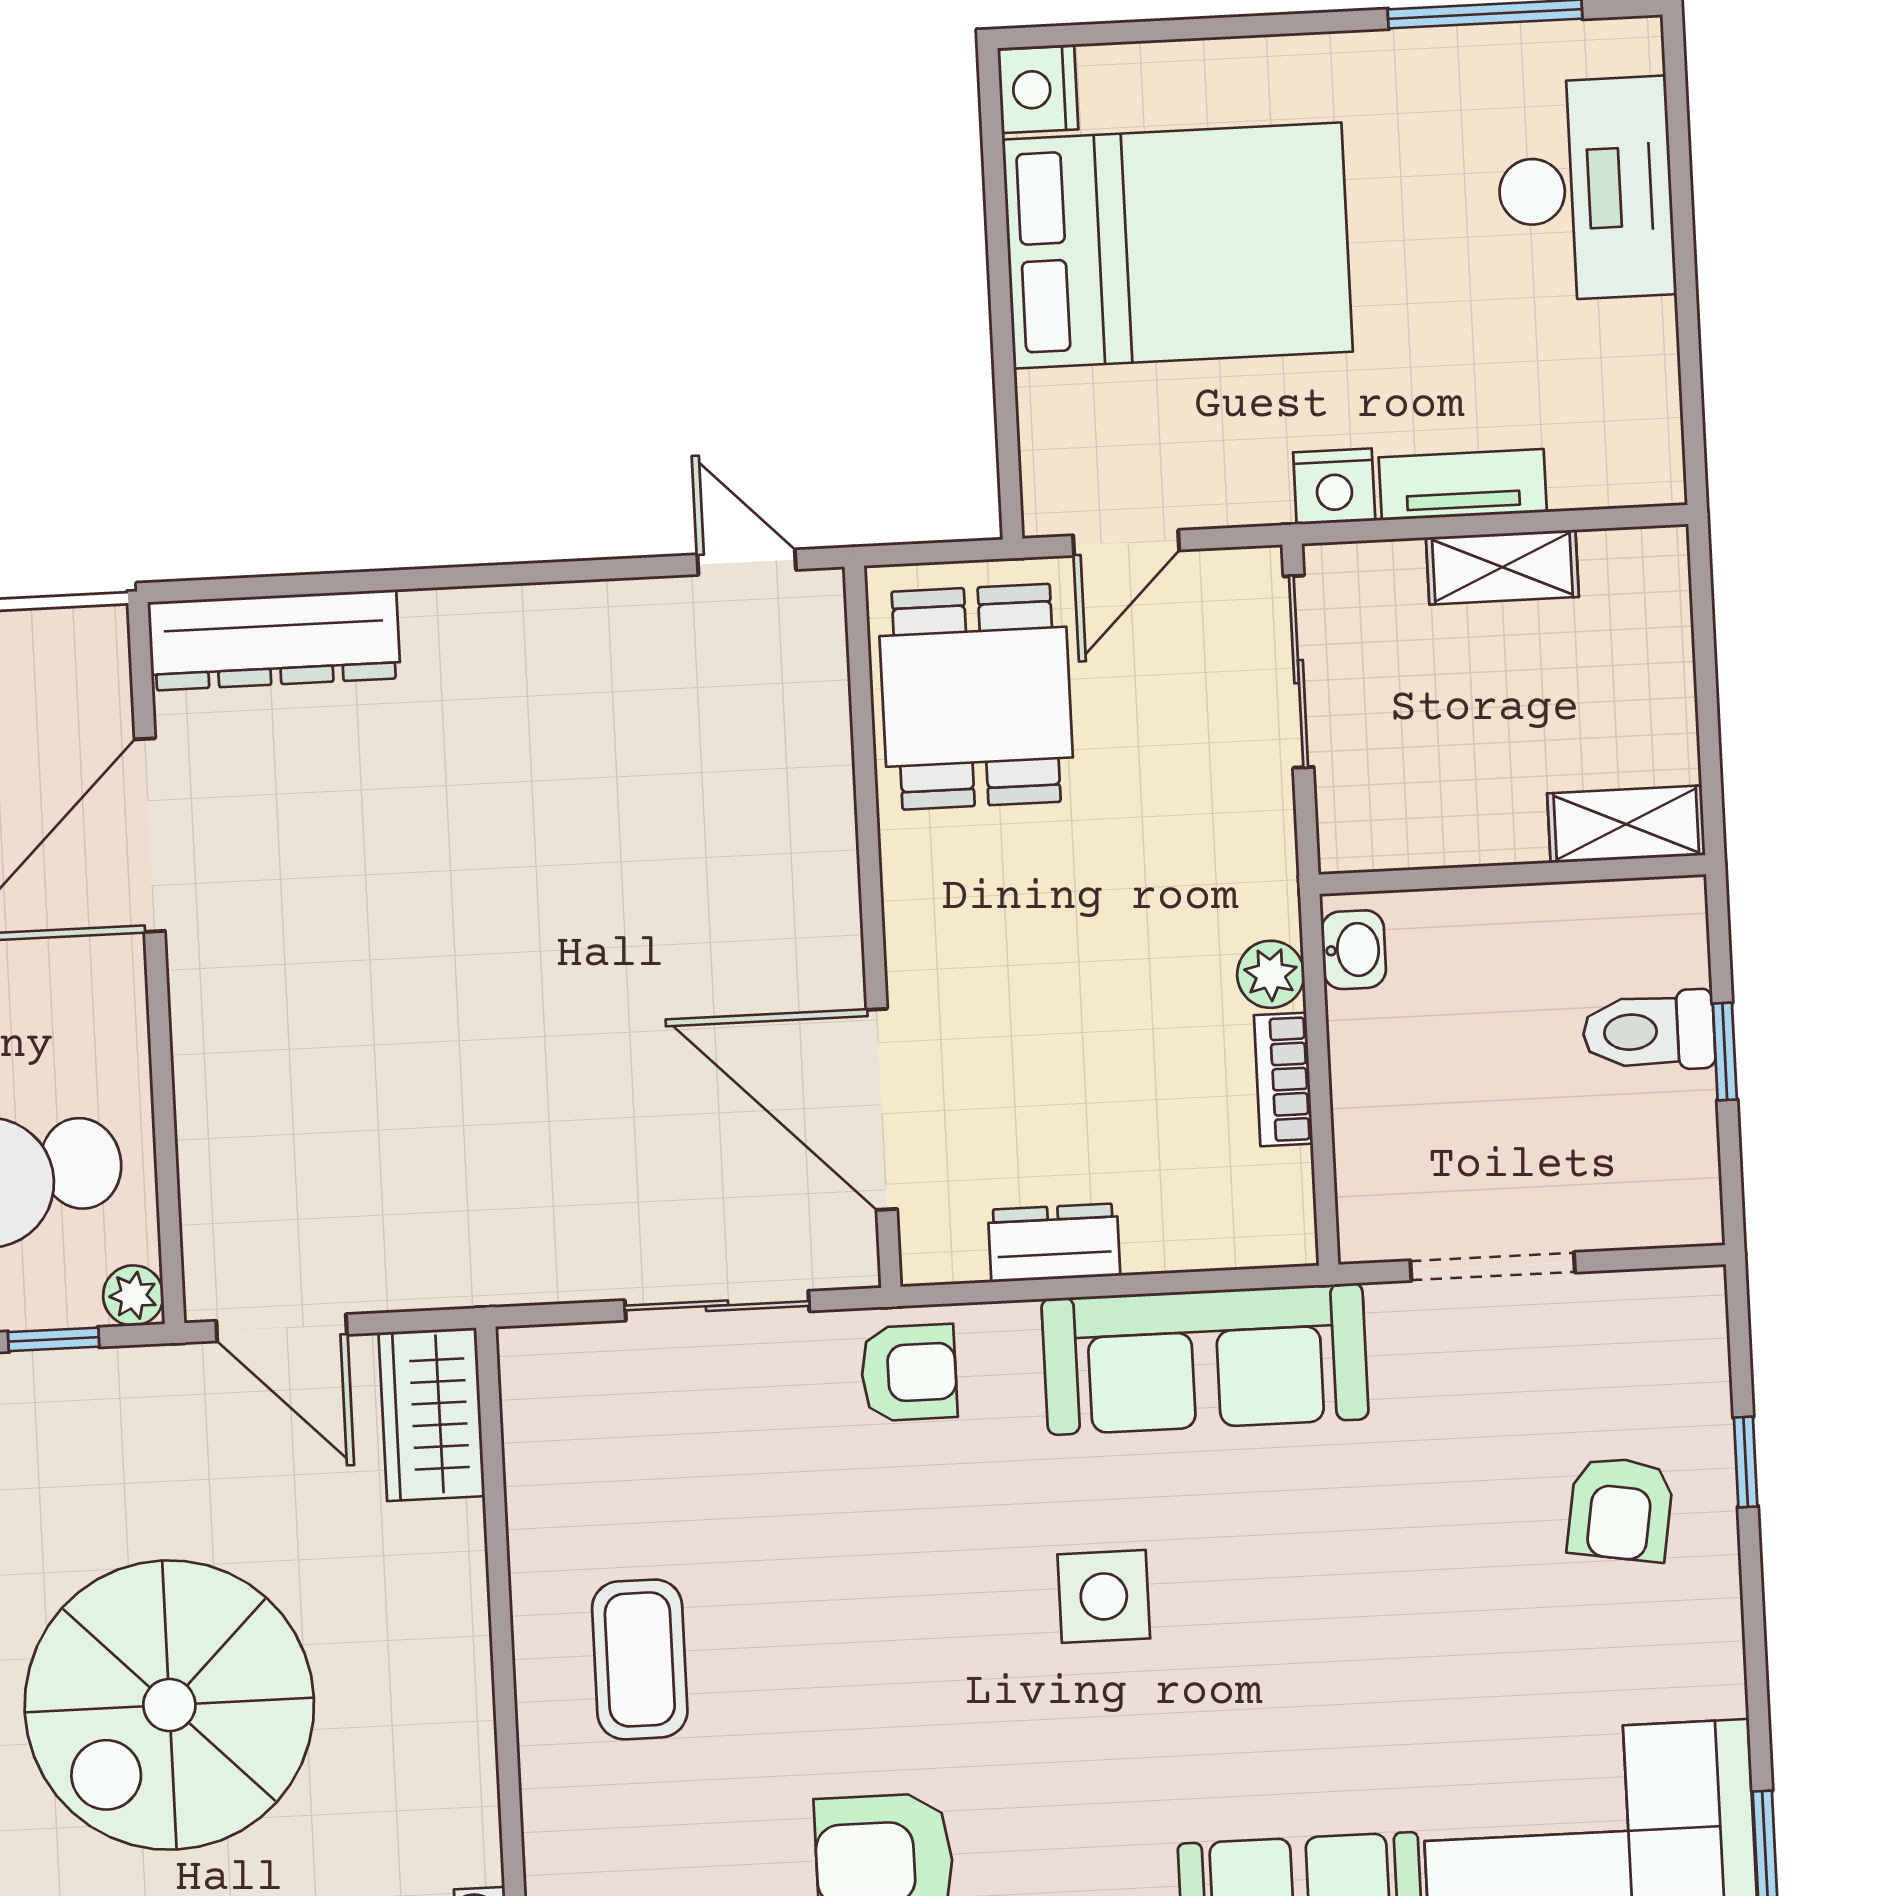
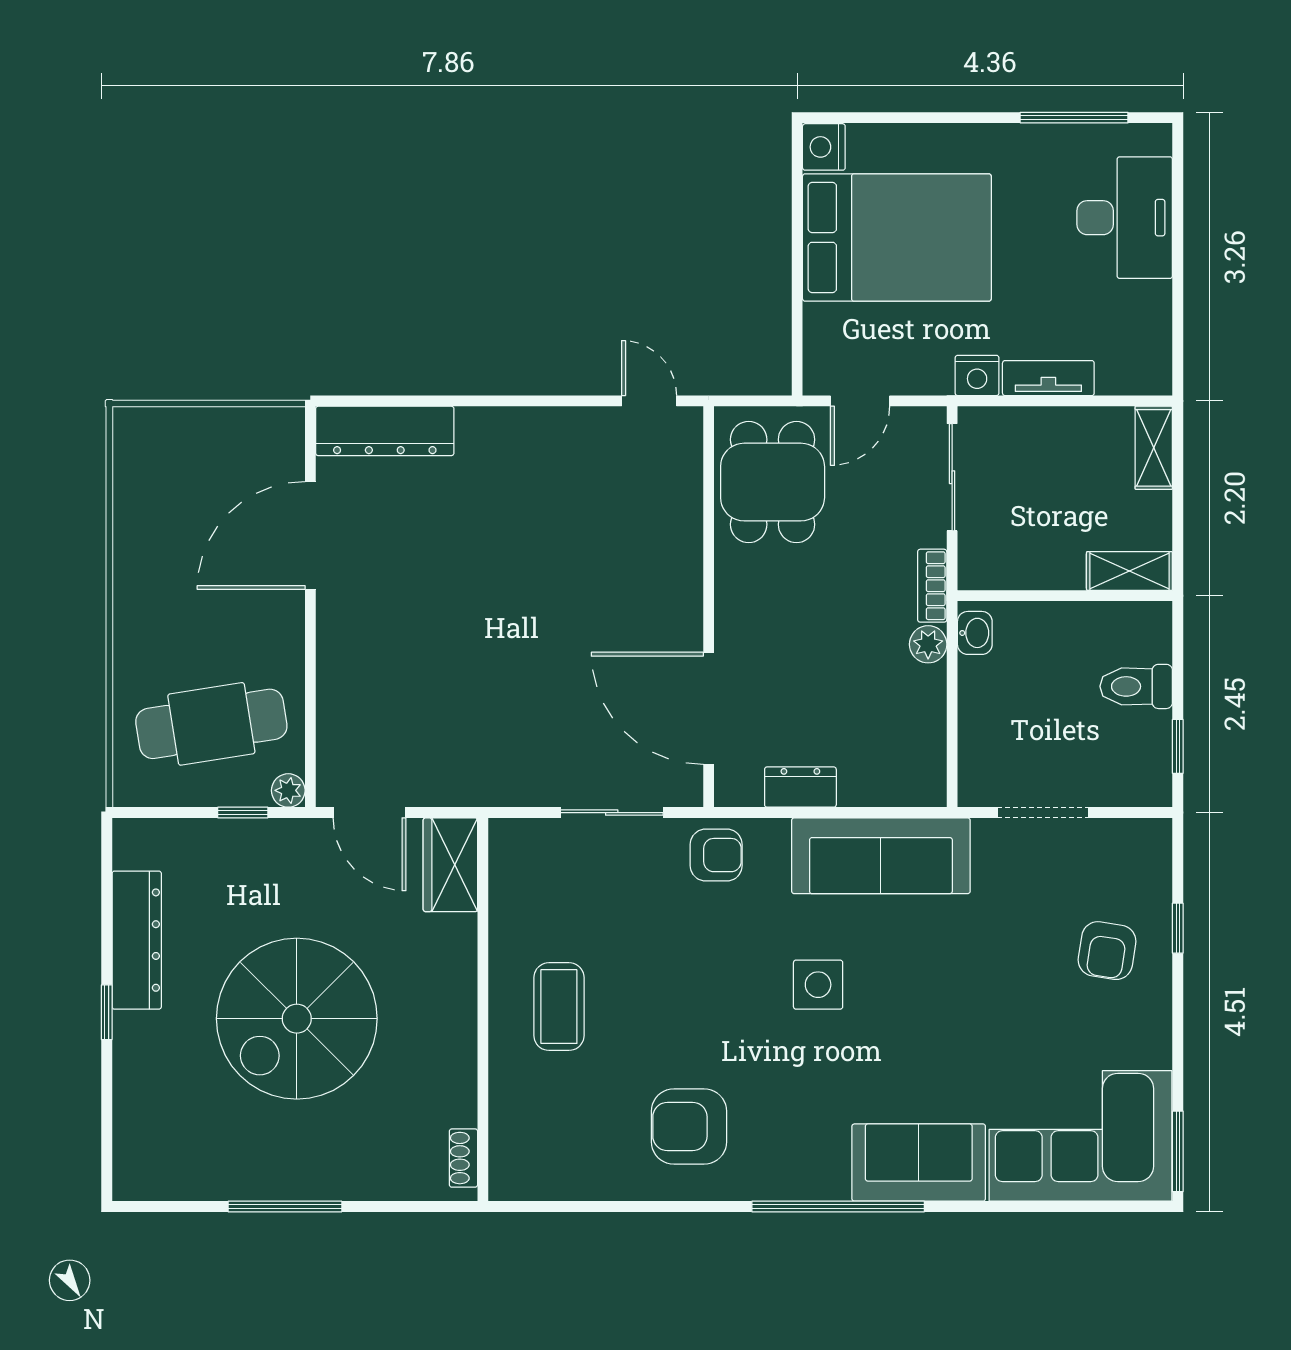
shelving: (1502, 567) -> (1154, 448), moved, turned 90
window: (1725, 1051) -> (1178, 746), moved
bookcase: (1283, 1079) -> (932, 586), moved

